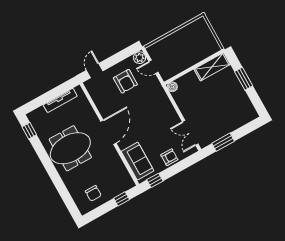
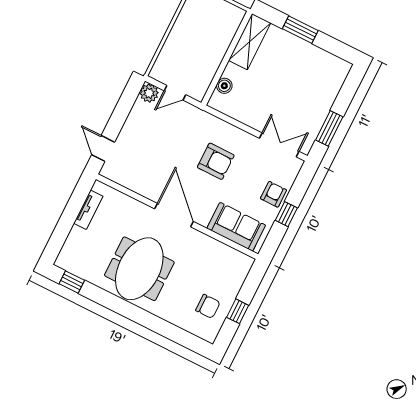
armchair: (125, 81) -> (216, 161), moved
boiler: (172, 87) -> (224, 86), moved
tv unit: (60, 100) -> (88, 210), width x0.71
double door: (190, 133) -> (279, 145), swing flipped
window: (155, 180) -> (286, 214), moved
window: (122, 199) -> (238, 311), moved

